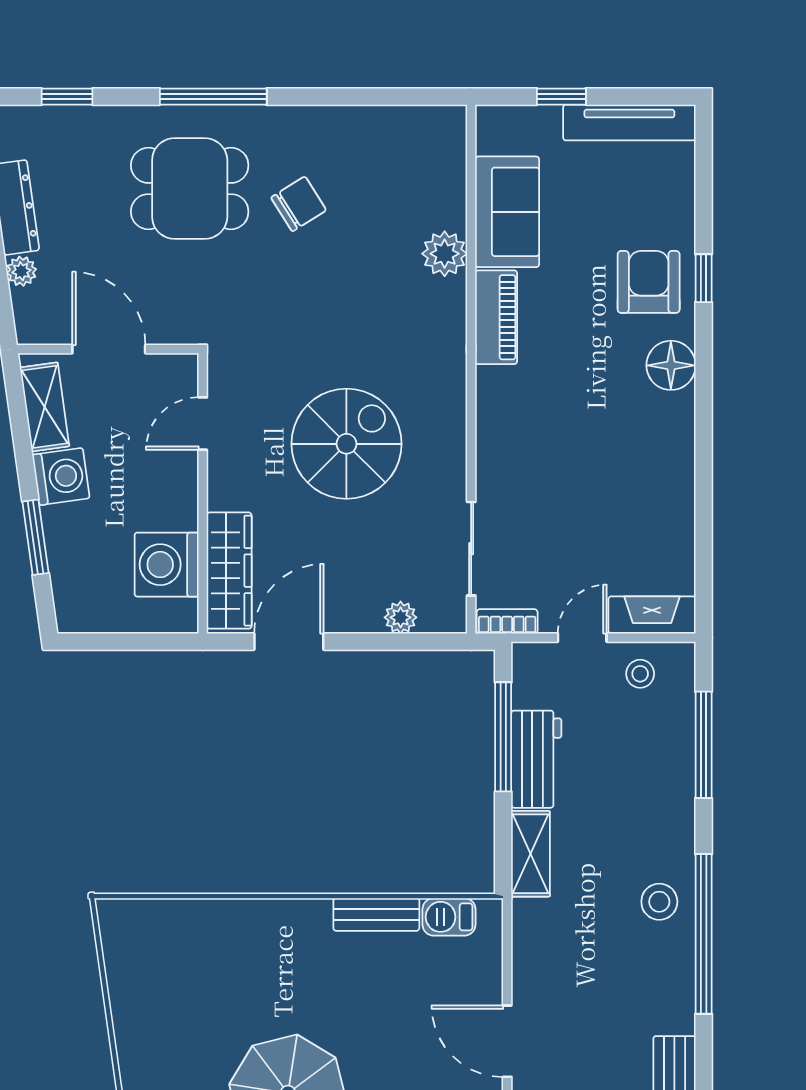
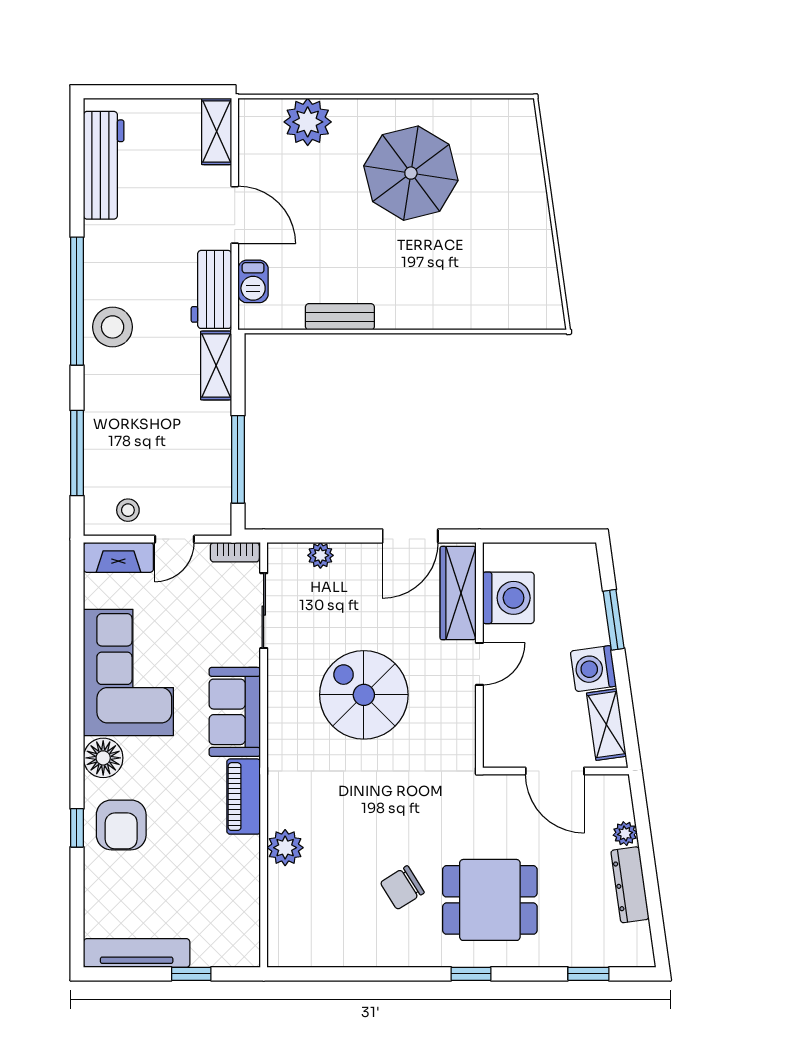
window: (213, 97) -> (471, 974), width x0.46
sofa: (507, 212) -> (235, 712), moved
door: (203, 424) -> (479, 664), moved
spiral stairs: (346, 444) -> (364, 695), turned 90
corner sofa: (640, 472) -> (128, 672), added
workbench: (536, 759) -> (211, 289), moved
stool: (659, 902) -> (113, 327), width x1.38, depth x1.38
barbecue: (449, 917) -> (253, 281), moved, turned 90

